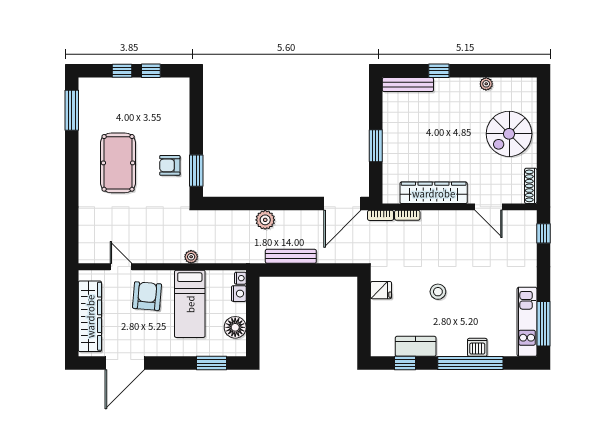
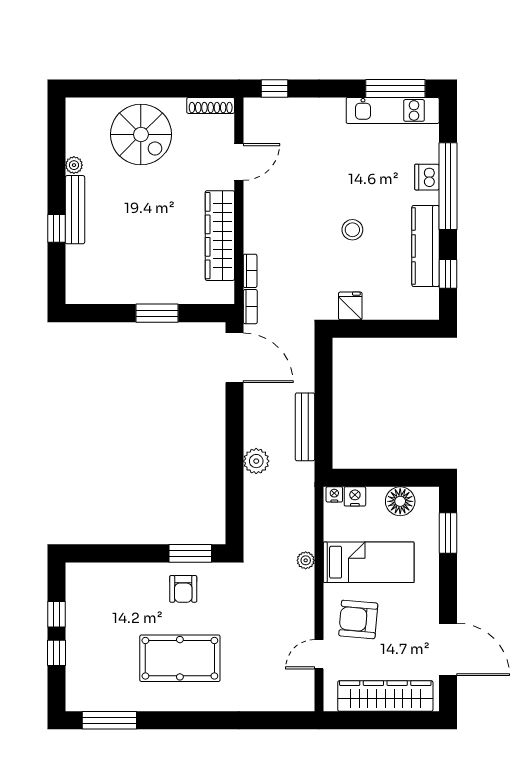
bench: (408, 85) -> (75, 210), moved
kitchen counter: (416, 346) -> (426, 246), width x1.50

